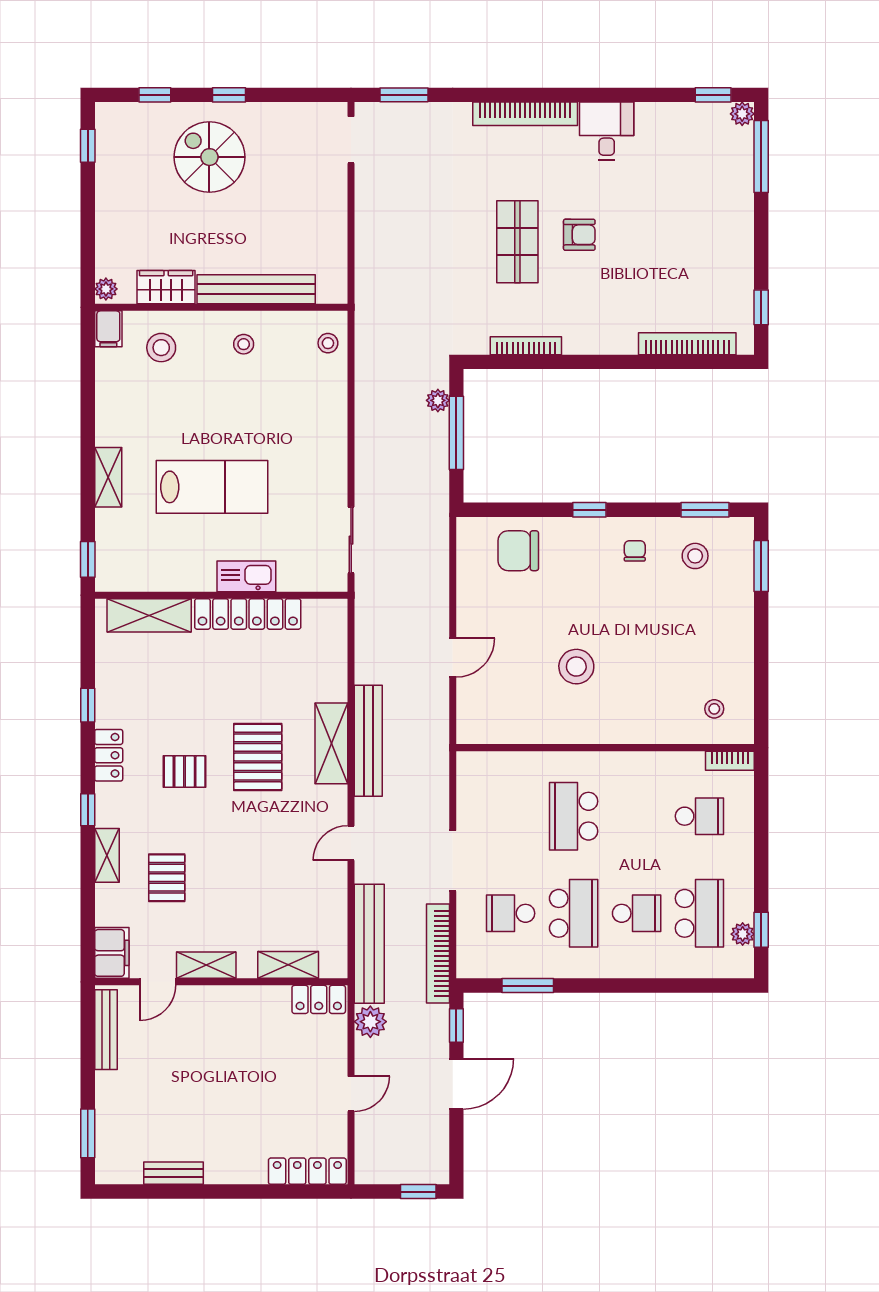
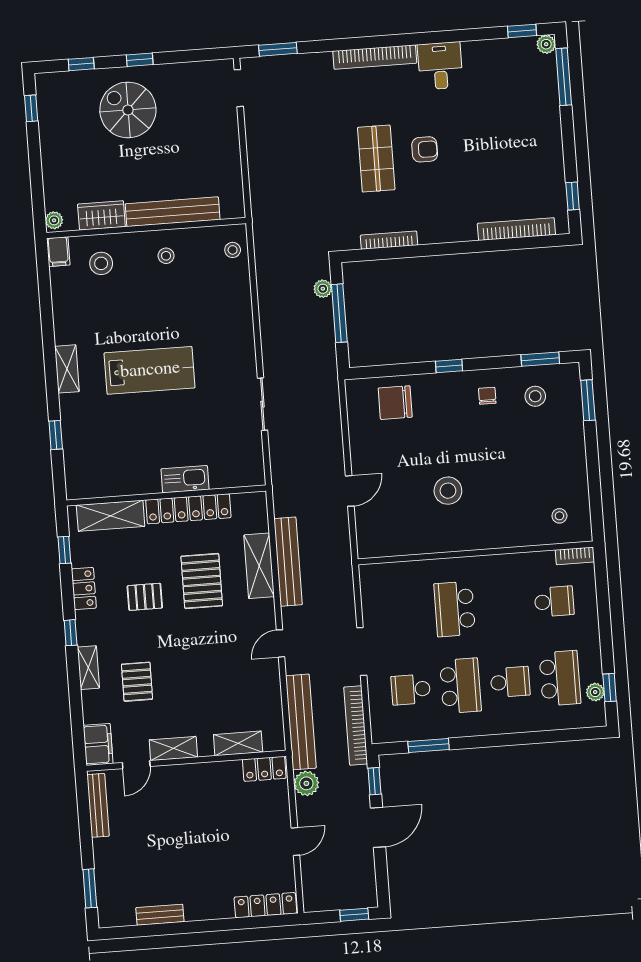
kitchen sink: (246, 576) -> (185, 479), moved
wall: (221, 595) -> (166, 496), moved
locker: (248, 614) -> (188, 509), moved
shelving: (149, 615) -> (111, 516), moved

